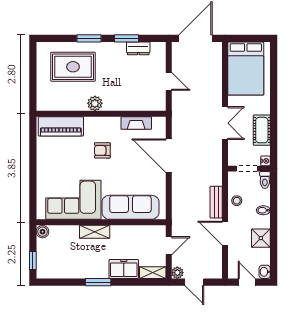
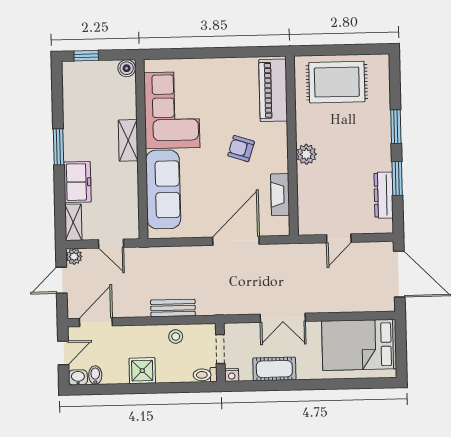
dresser: (138, 48) -> (384, 195), width x1.44
rug: (73, 67) -> (337, 82), moved, turned 90
plant: (95, 103) -> (306, 154), moved
armchair: (102, 150) -> (241, 149), turned -72
bidet: (263, 210) -> (95, 375), moved
door: (225, 233) -> (96, 322), moved
shower: (261, 238) -> (142, 371), moved

